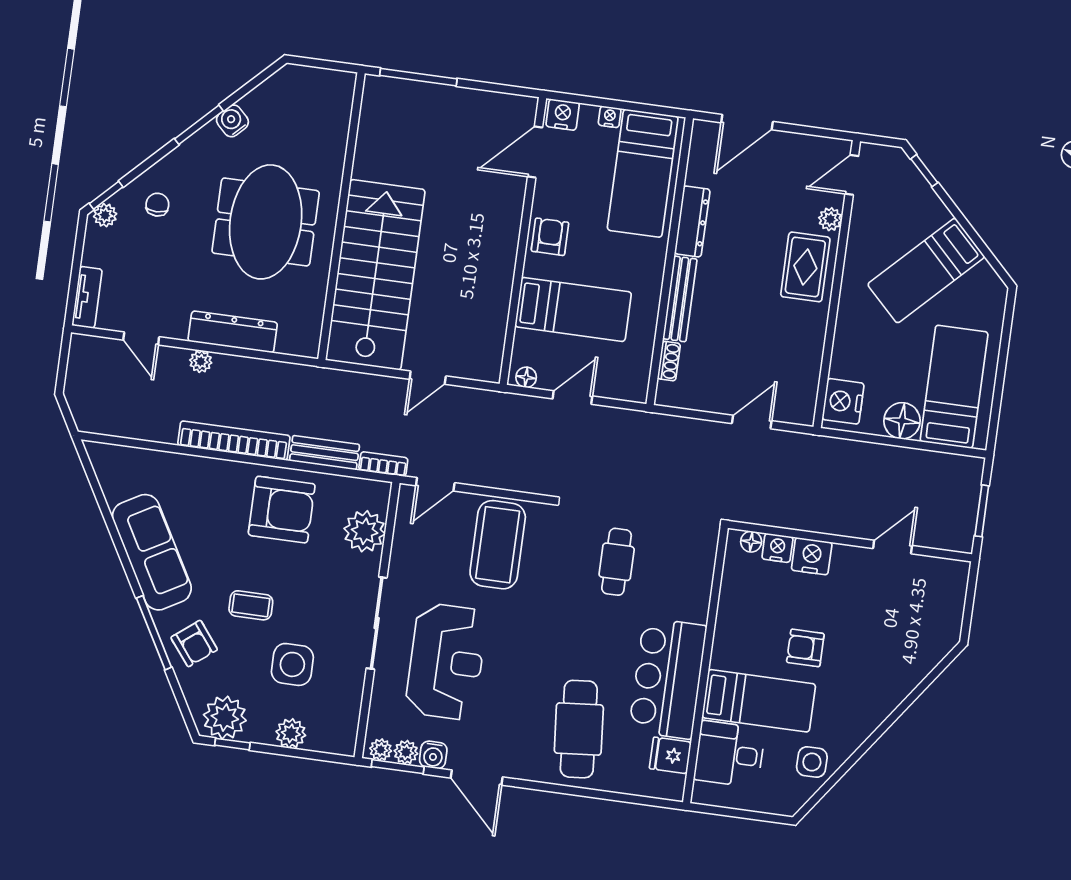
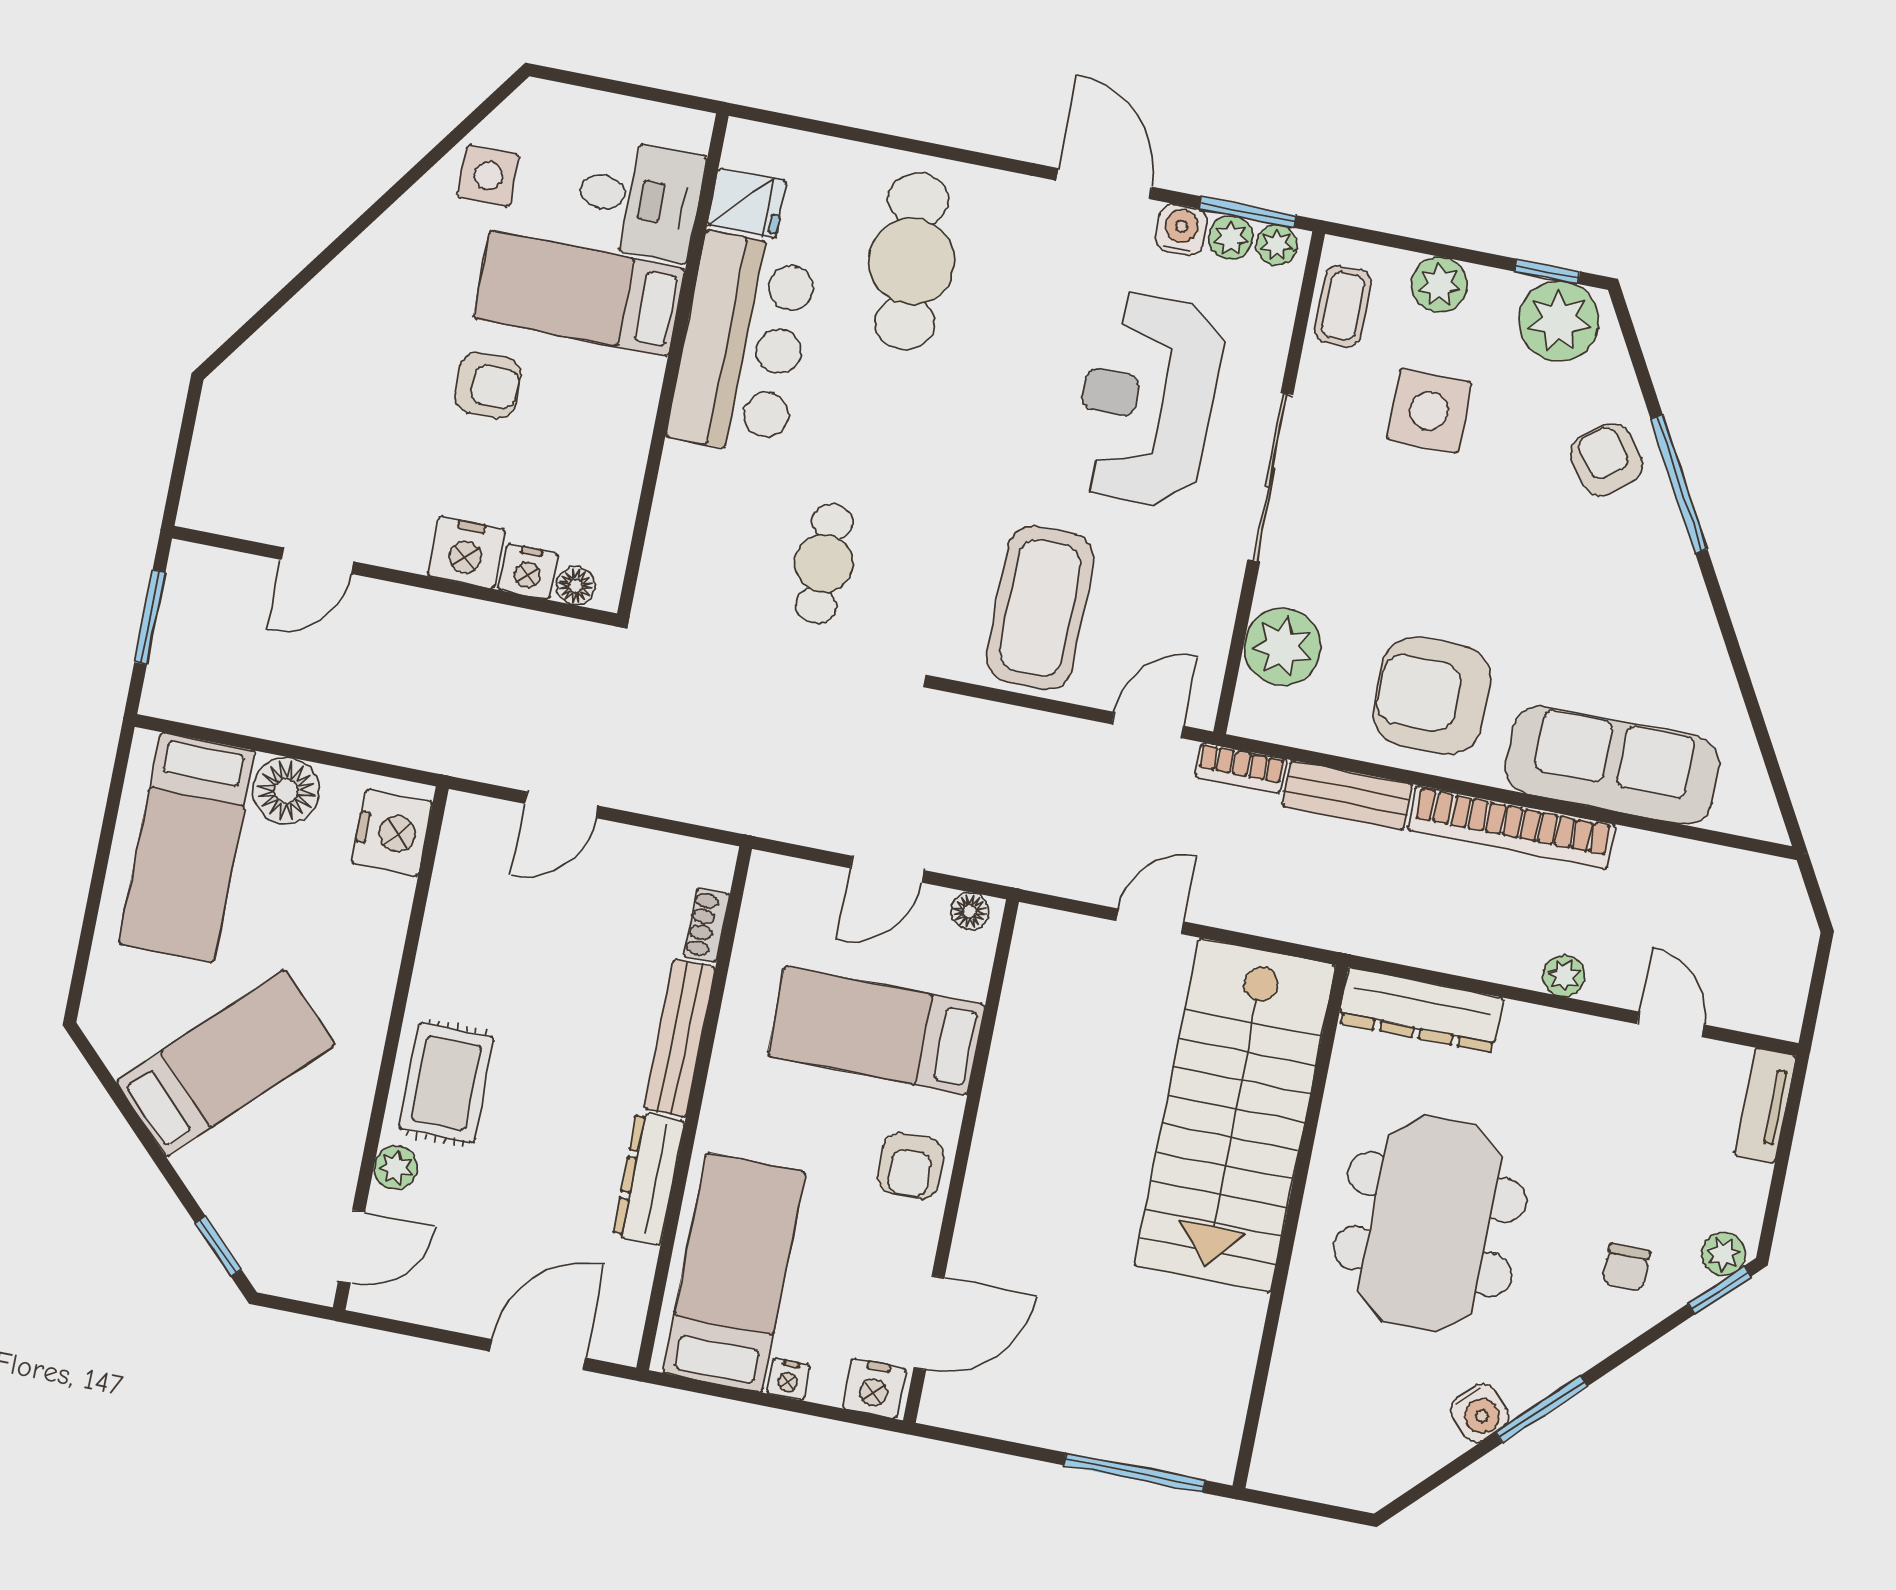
dresser: (233, 332) -> (1421, 1010), moved
sofa: (152, 552) -> (1612, 765), moved, turned 120
coffee table: (251, 605) -> (1343, 306), moved, turned 90

